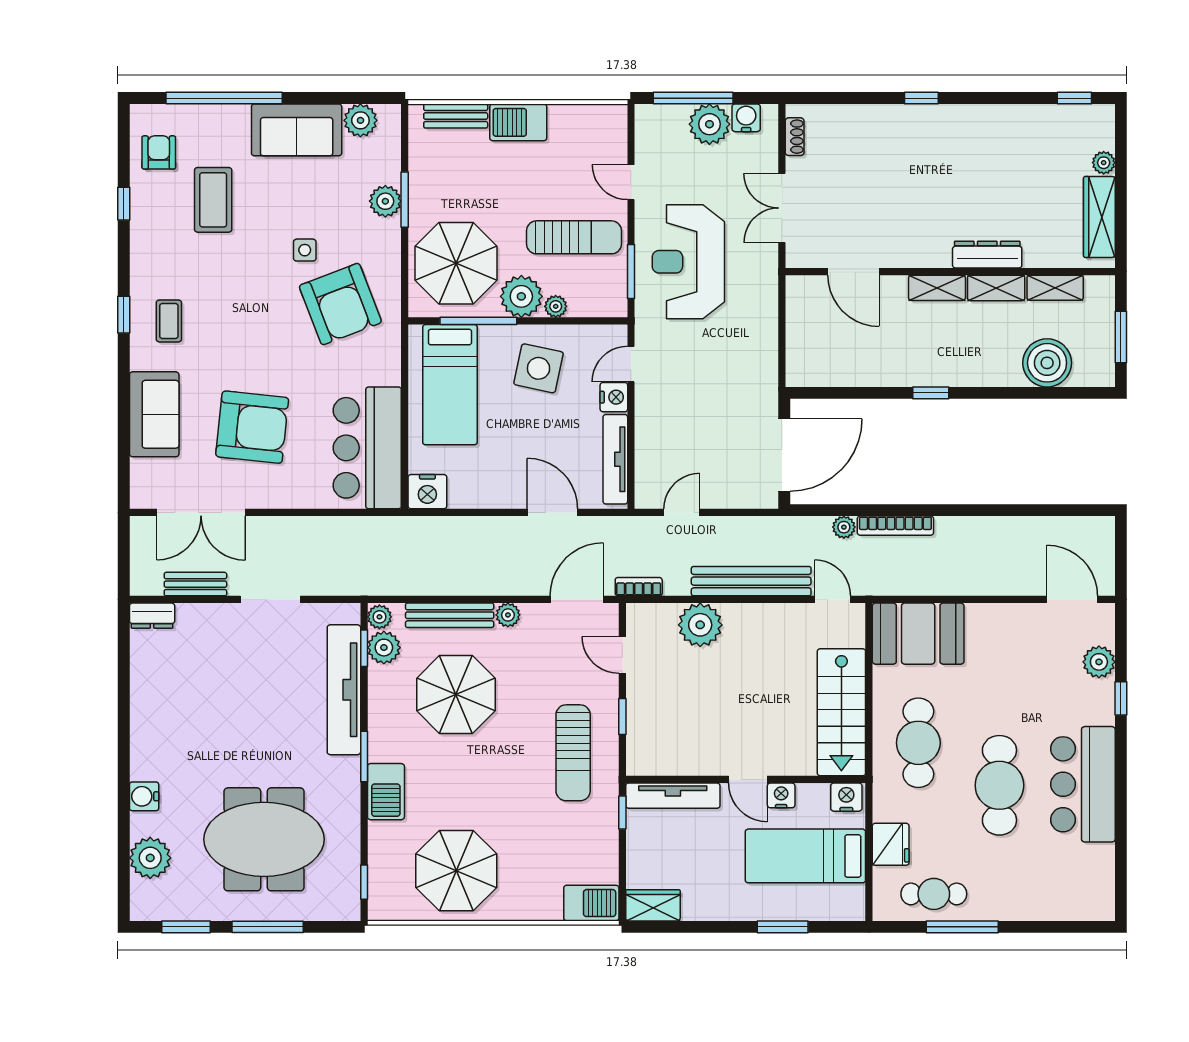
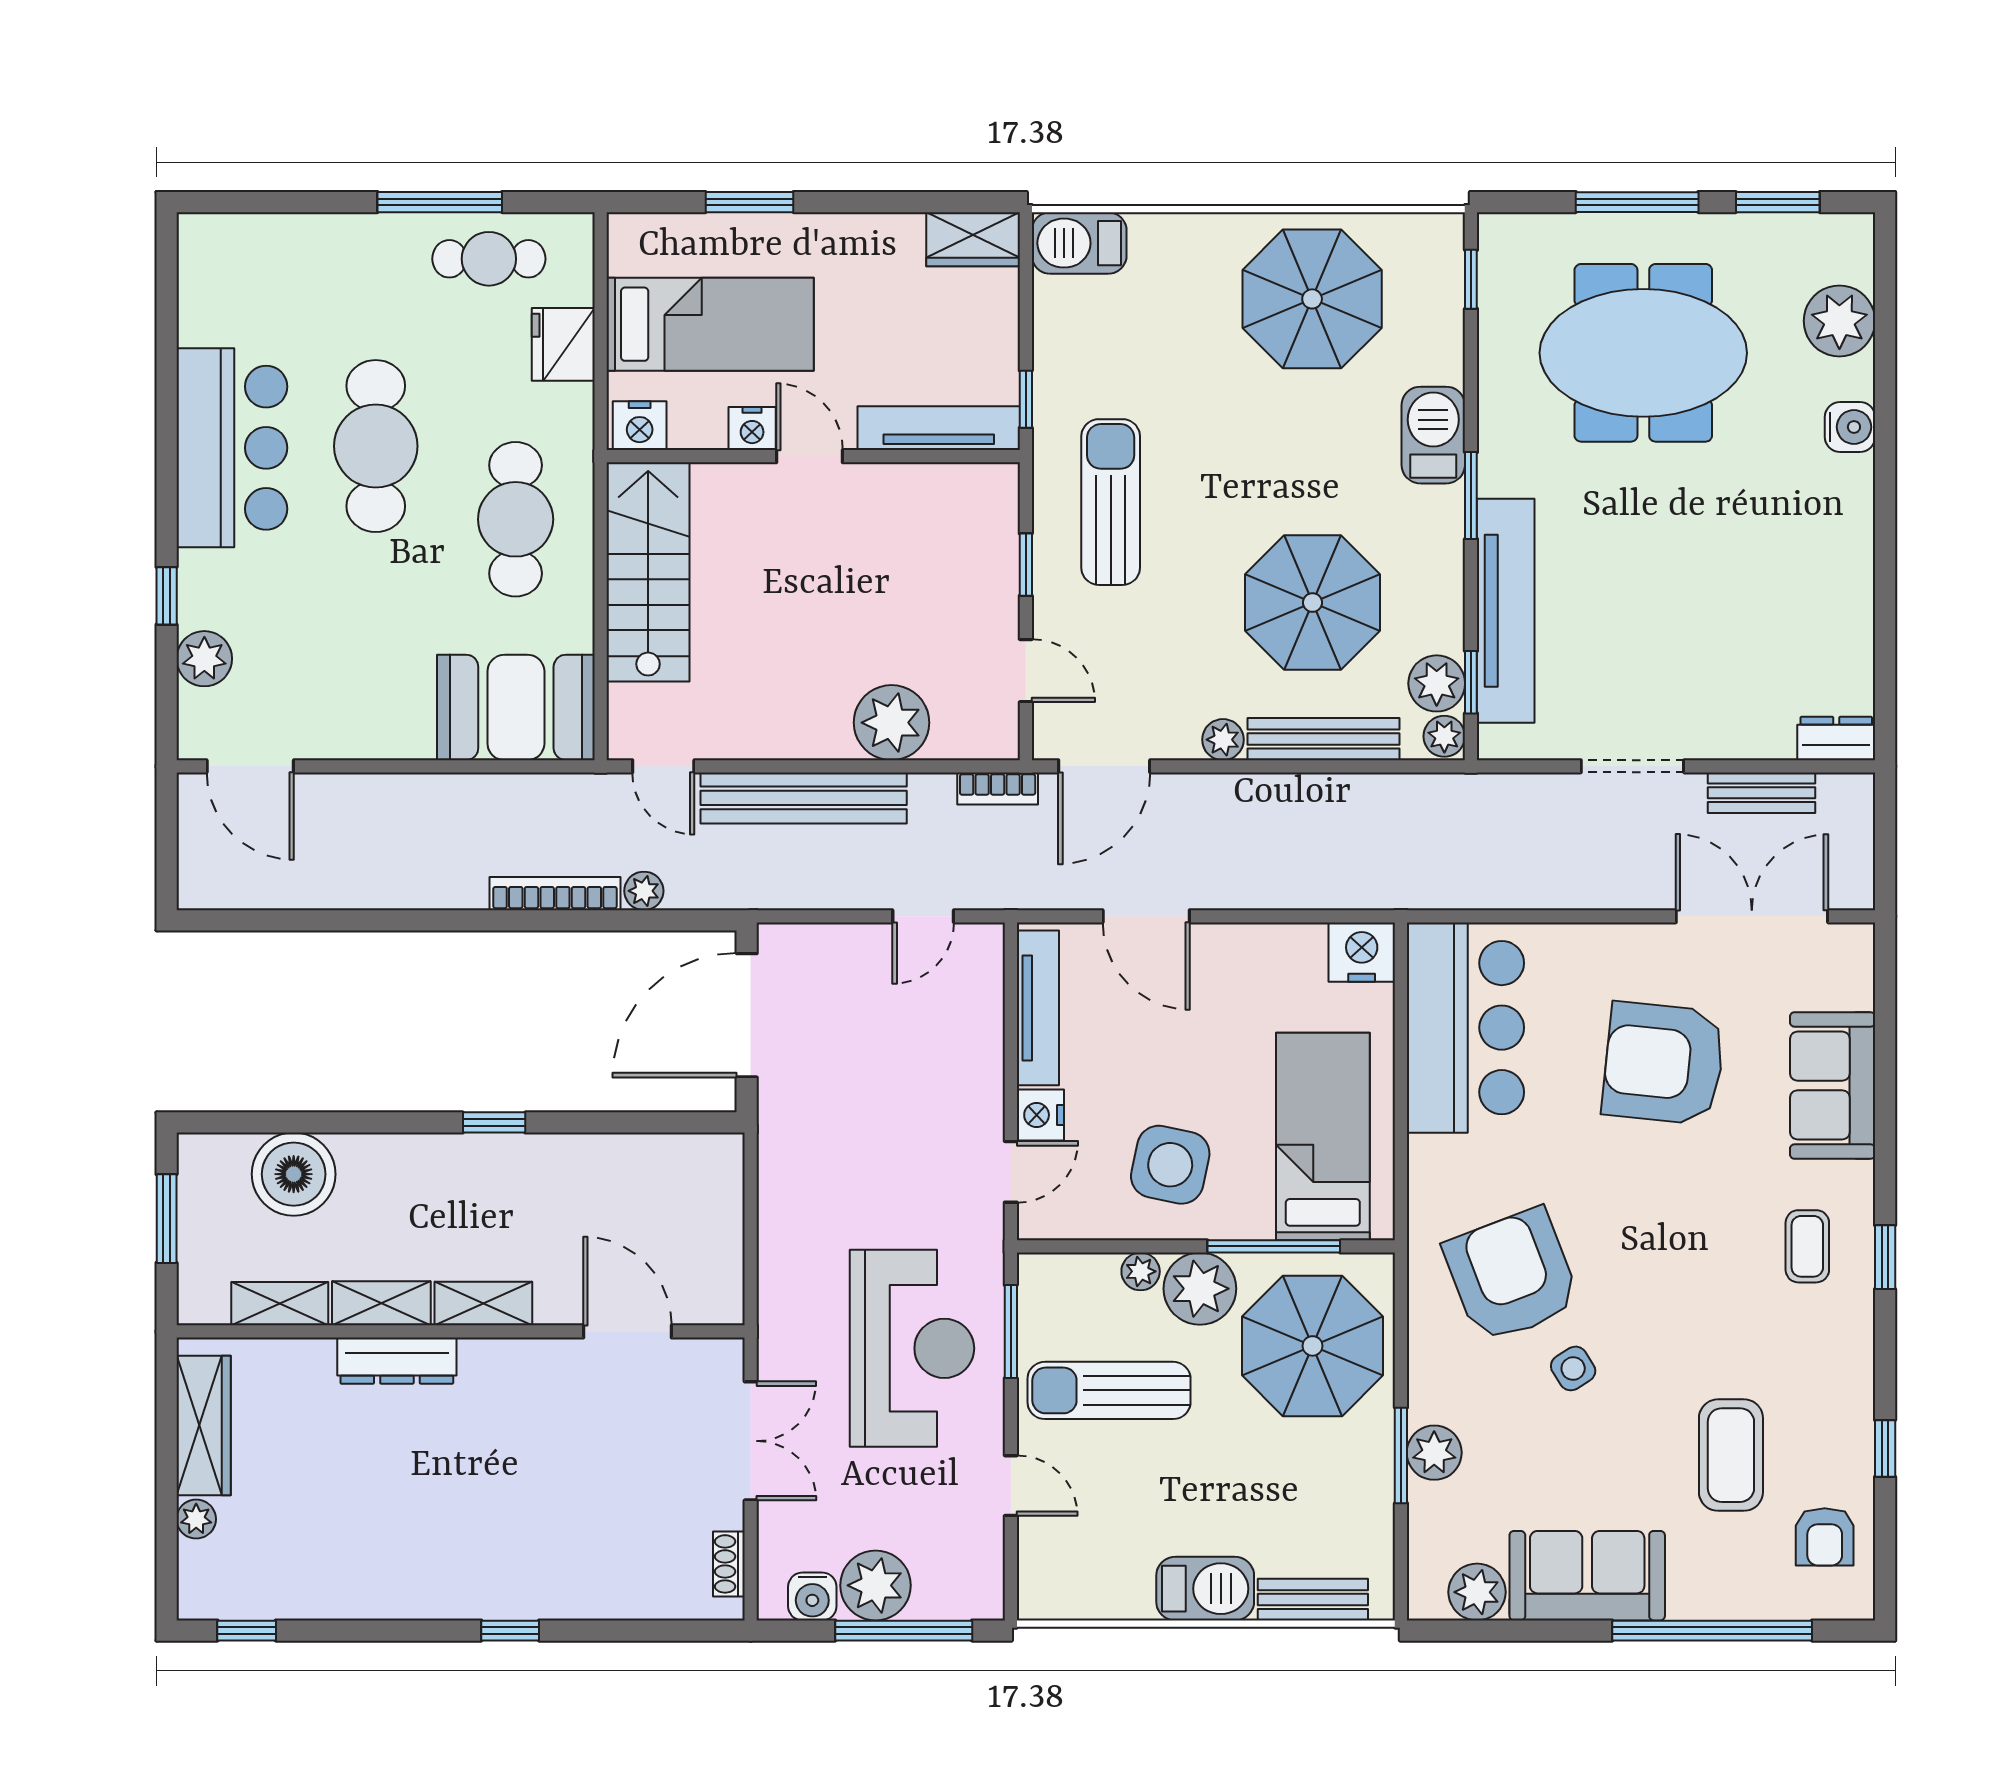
side table: (305, 250) -> (1573, 1368), turned -32

